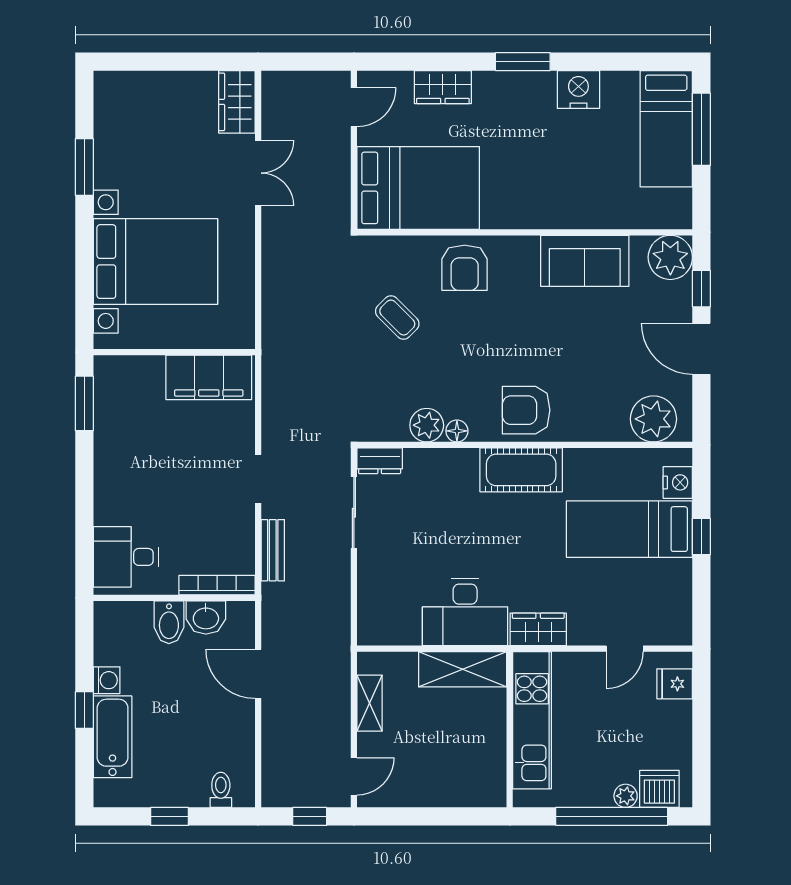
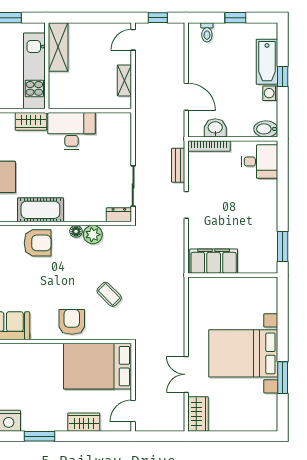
bed with nightstands: (155, 262) -> (243, 353), moved
bidet: (169, 622) -> (266, 129), moved, turned -90
shelving: (463, 669) -> (58, 47), moved, turned 90

